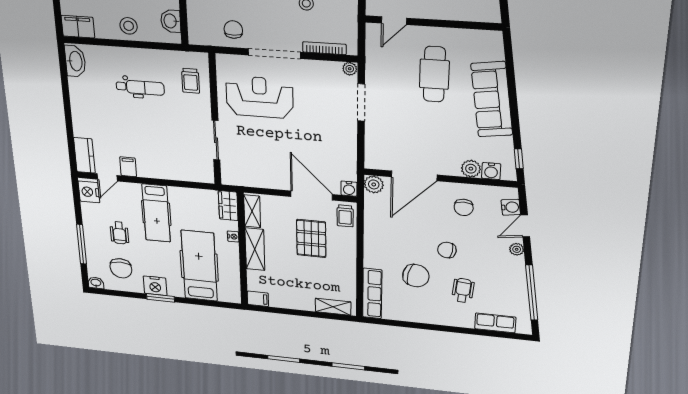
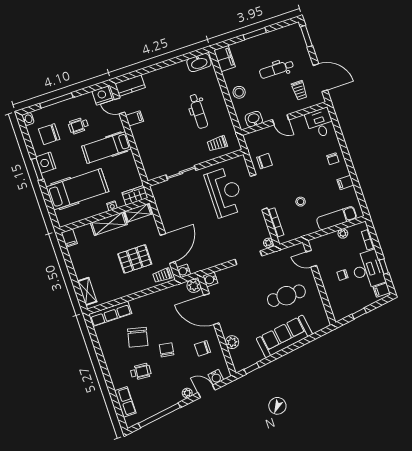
water cooler: (491, 171) -> (210, 279), moved

